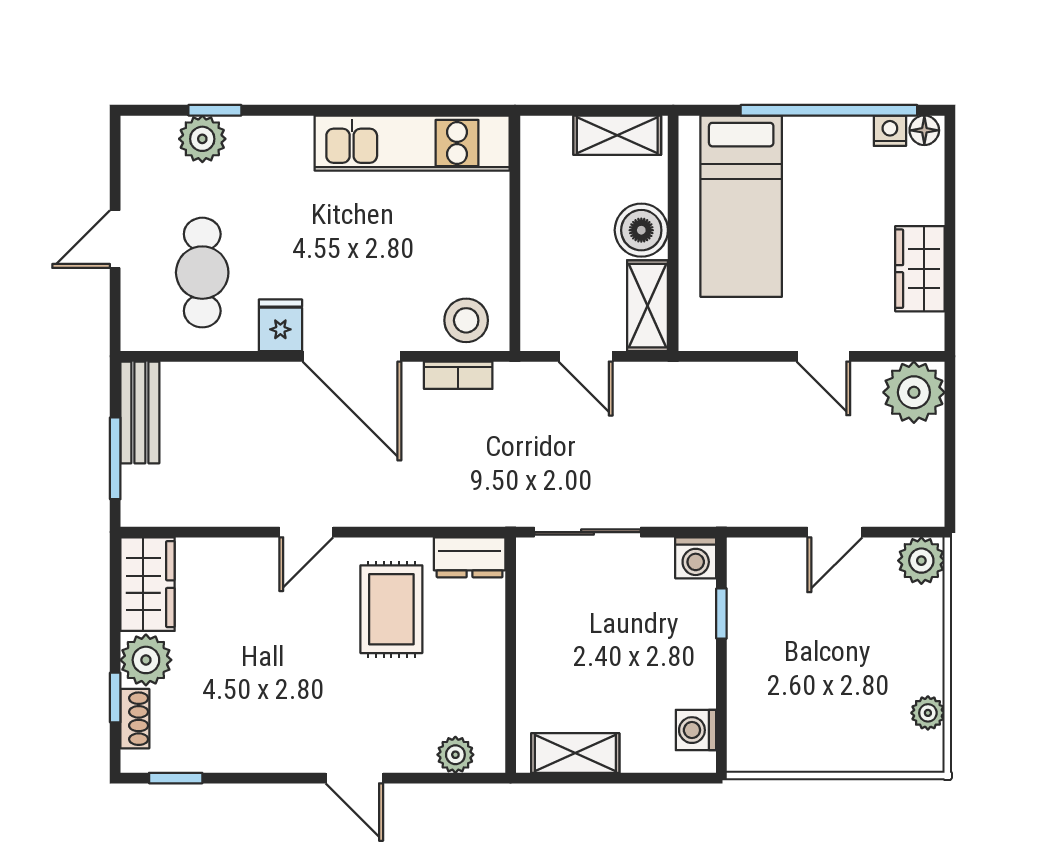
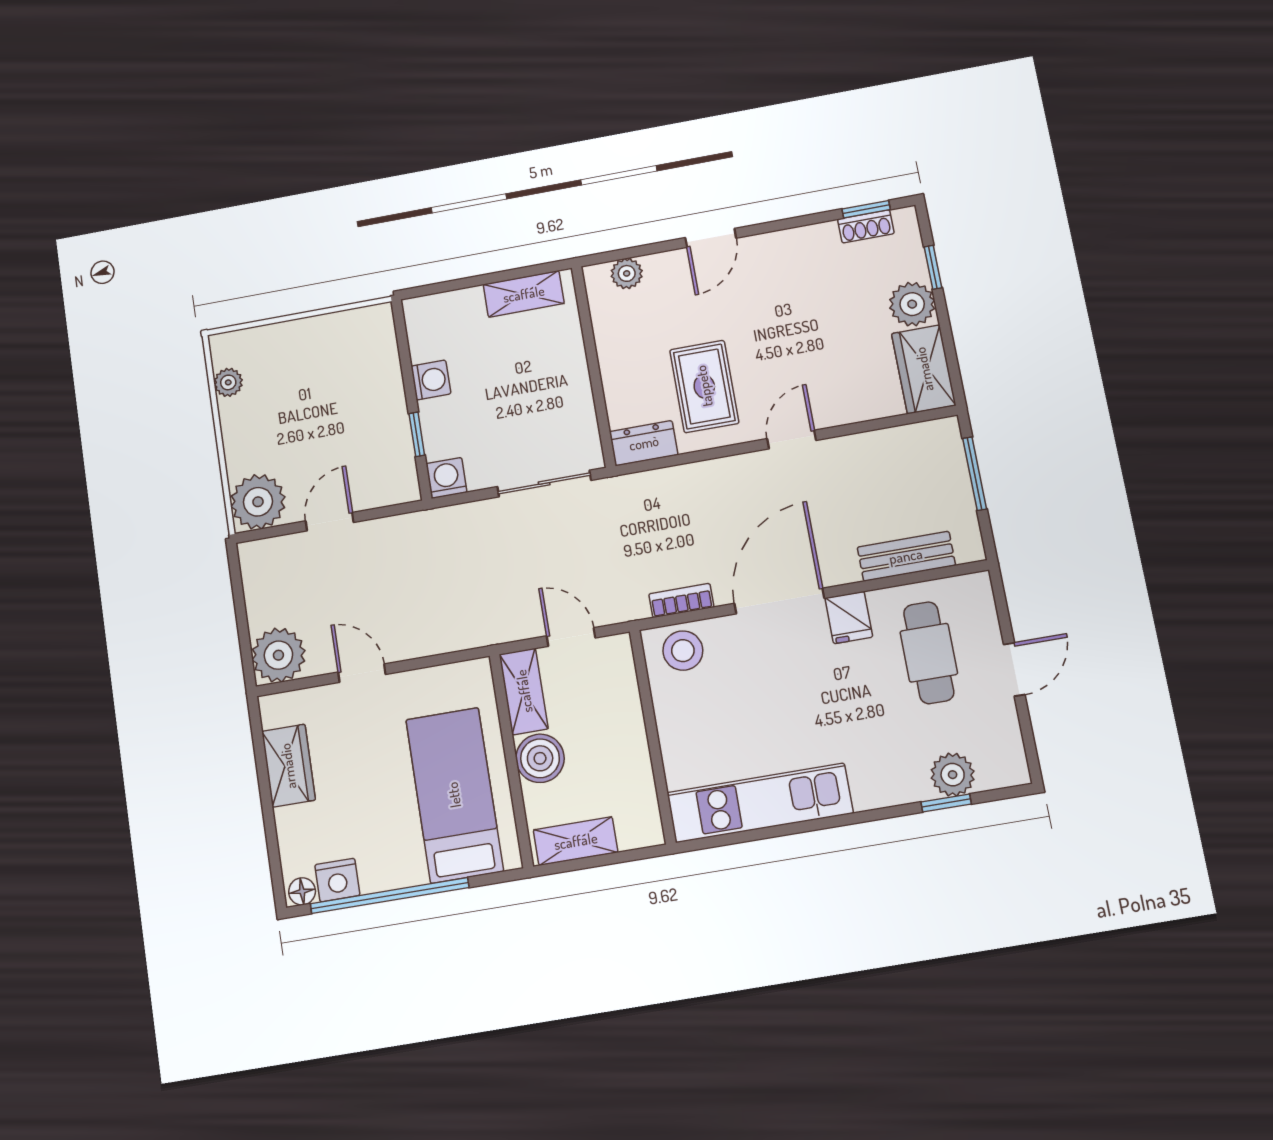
nightstand: (890, 131) -> (337, 880), width x1.39, depth x1.35
door: (352, 356) -> (779, 601), hinge flipped
bench: (140, 412) -> (906, 556), moved, turned 90
plant: (921, 561) -> (258, 502), width x1.36, depth x1.36
shoe rack: (135, 719) -> (866, 226), moved, turned -90
washing machine: (696, 730) -> (431, 380), moved
door: (354, 778) -> (711, 238), swing flipped

